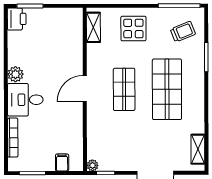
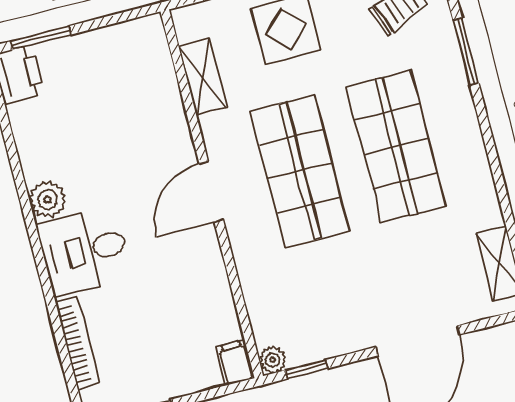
shelving: (93, 27) -> (203, 77), moved
shop shelf: (124, 89) -> (300, 171), width x1.43, depth x1.36
filing cabinet: (62, 163) -> (235, 363), moved

